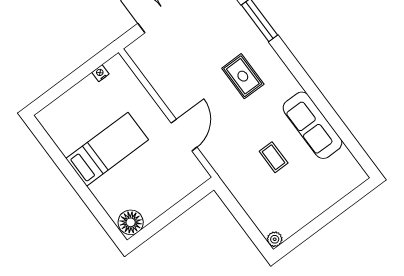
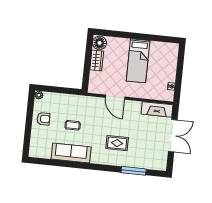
fireplace: (149, 64) -> (157, 109), added
armchair: (301, 204) -> (43, 119), added
wardrobe: (158, 205) -> (97, 60), added

